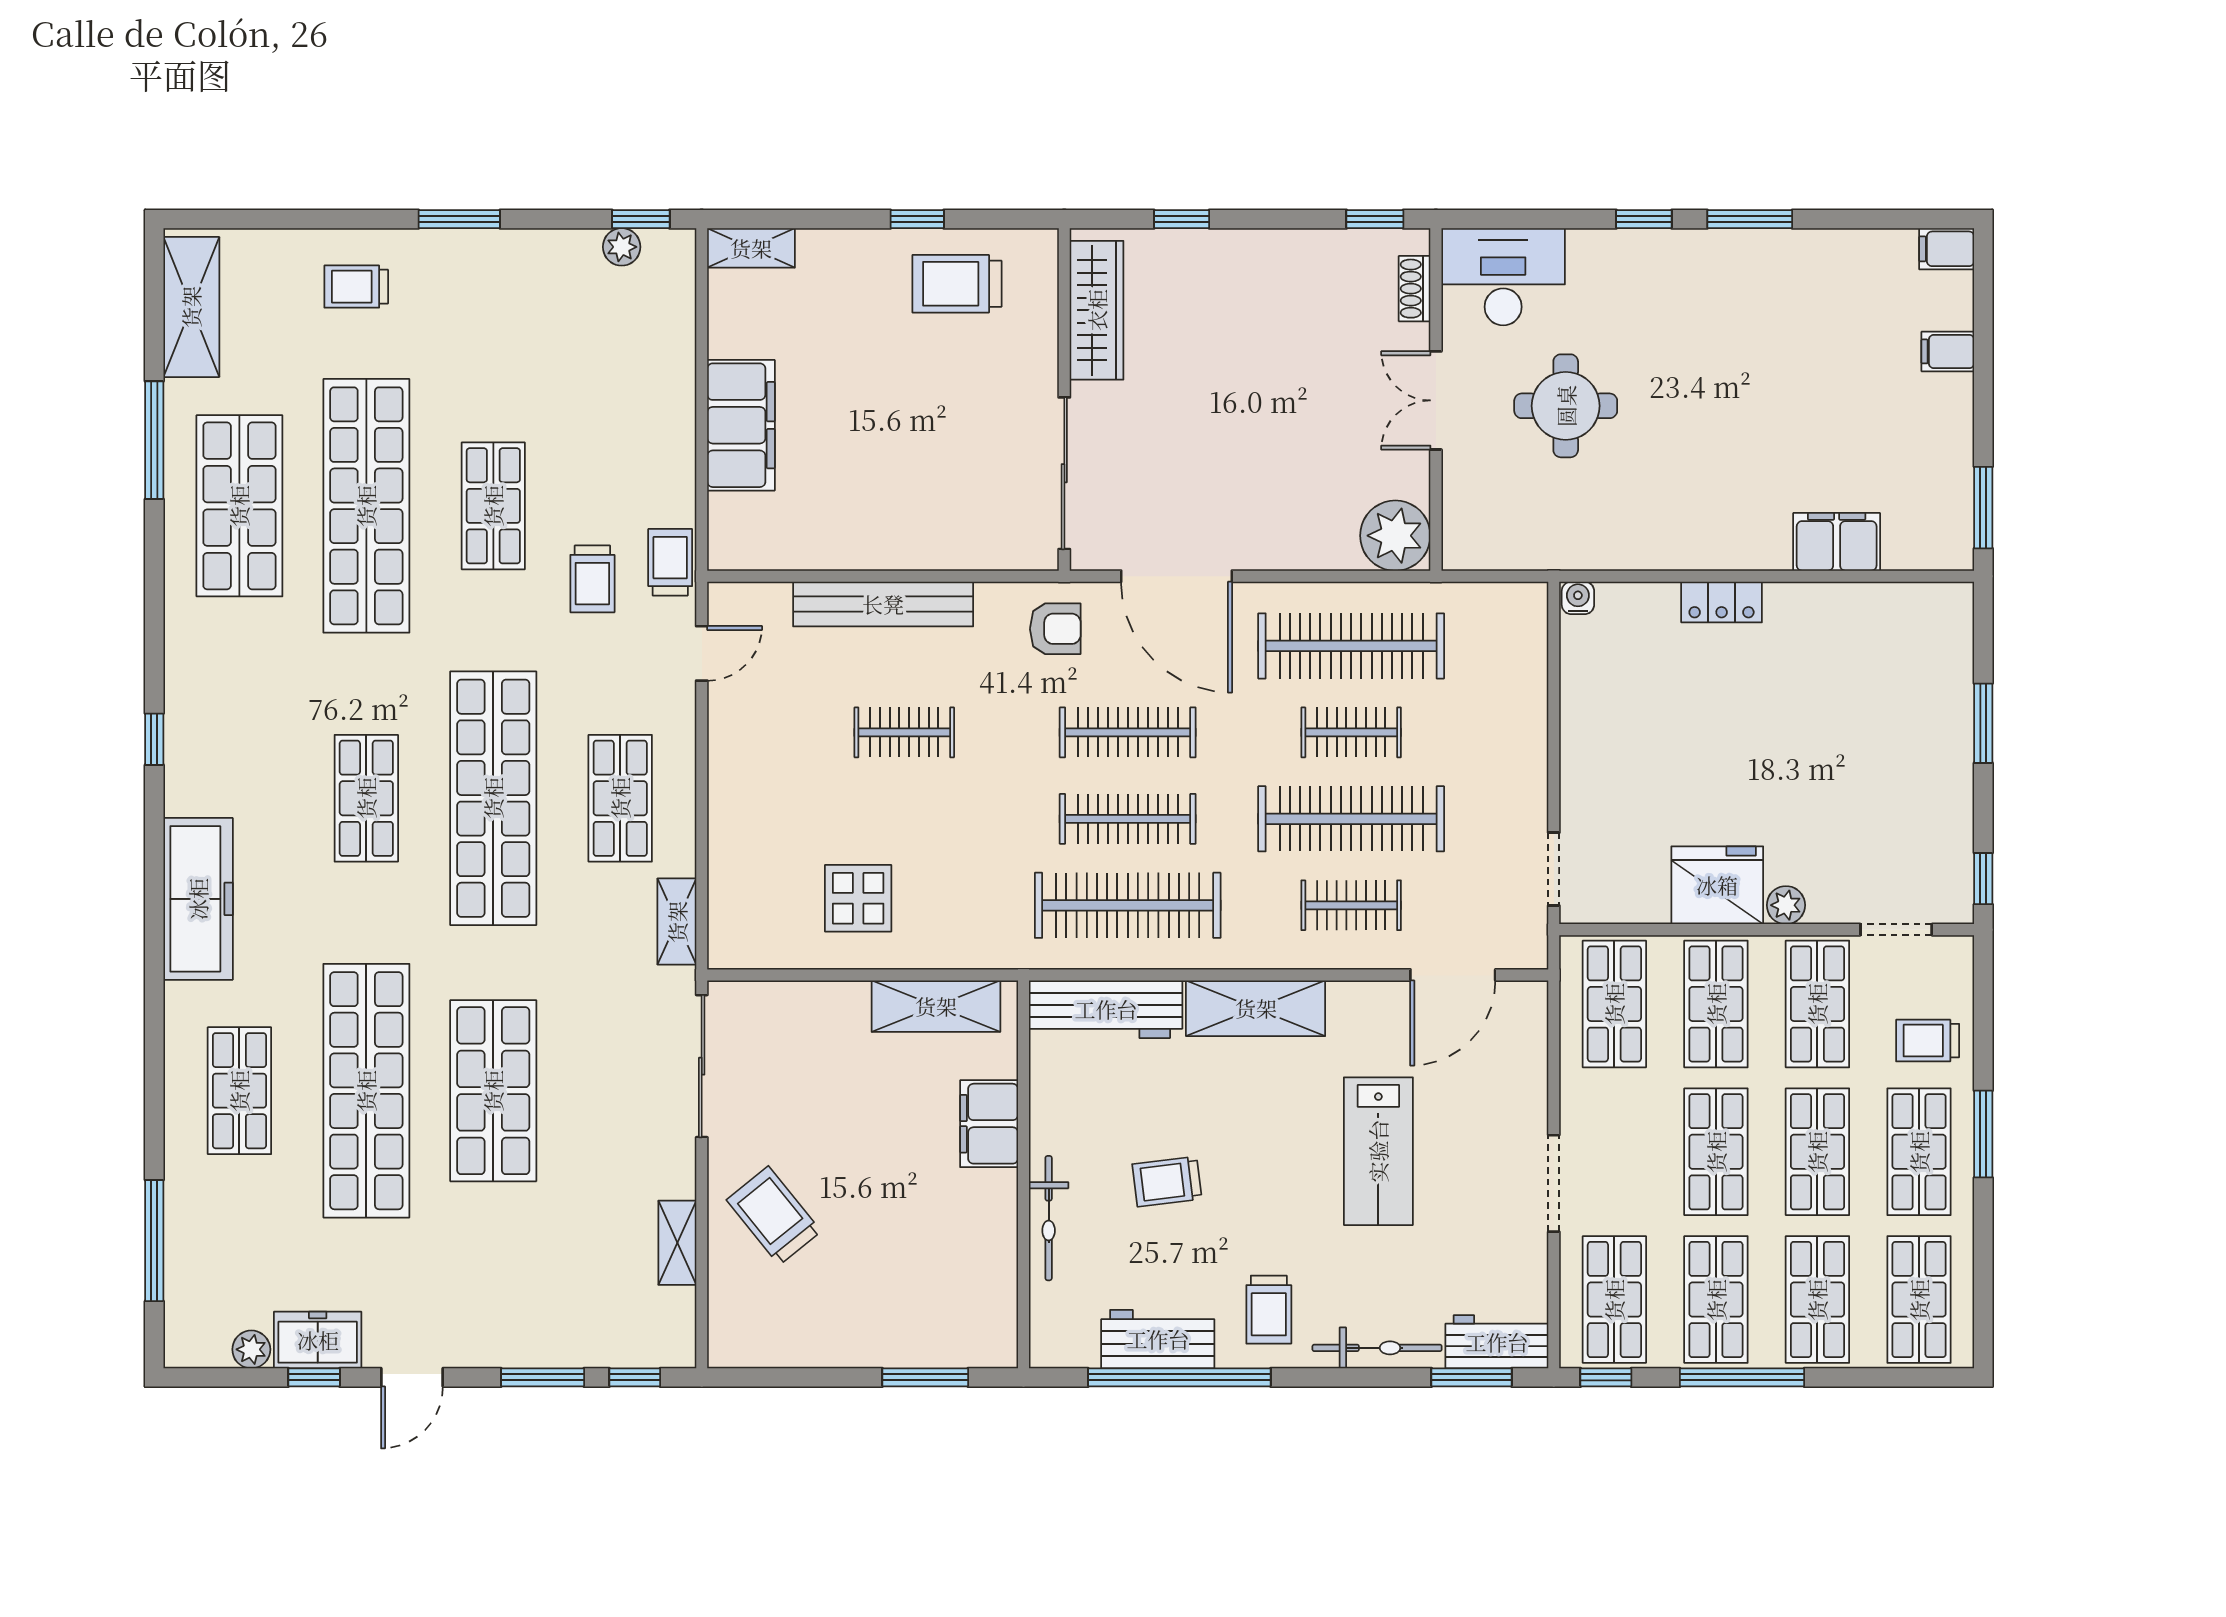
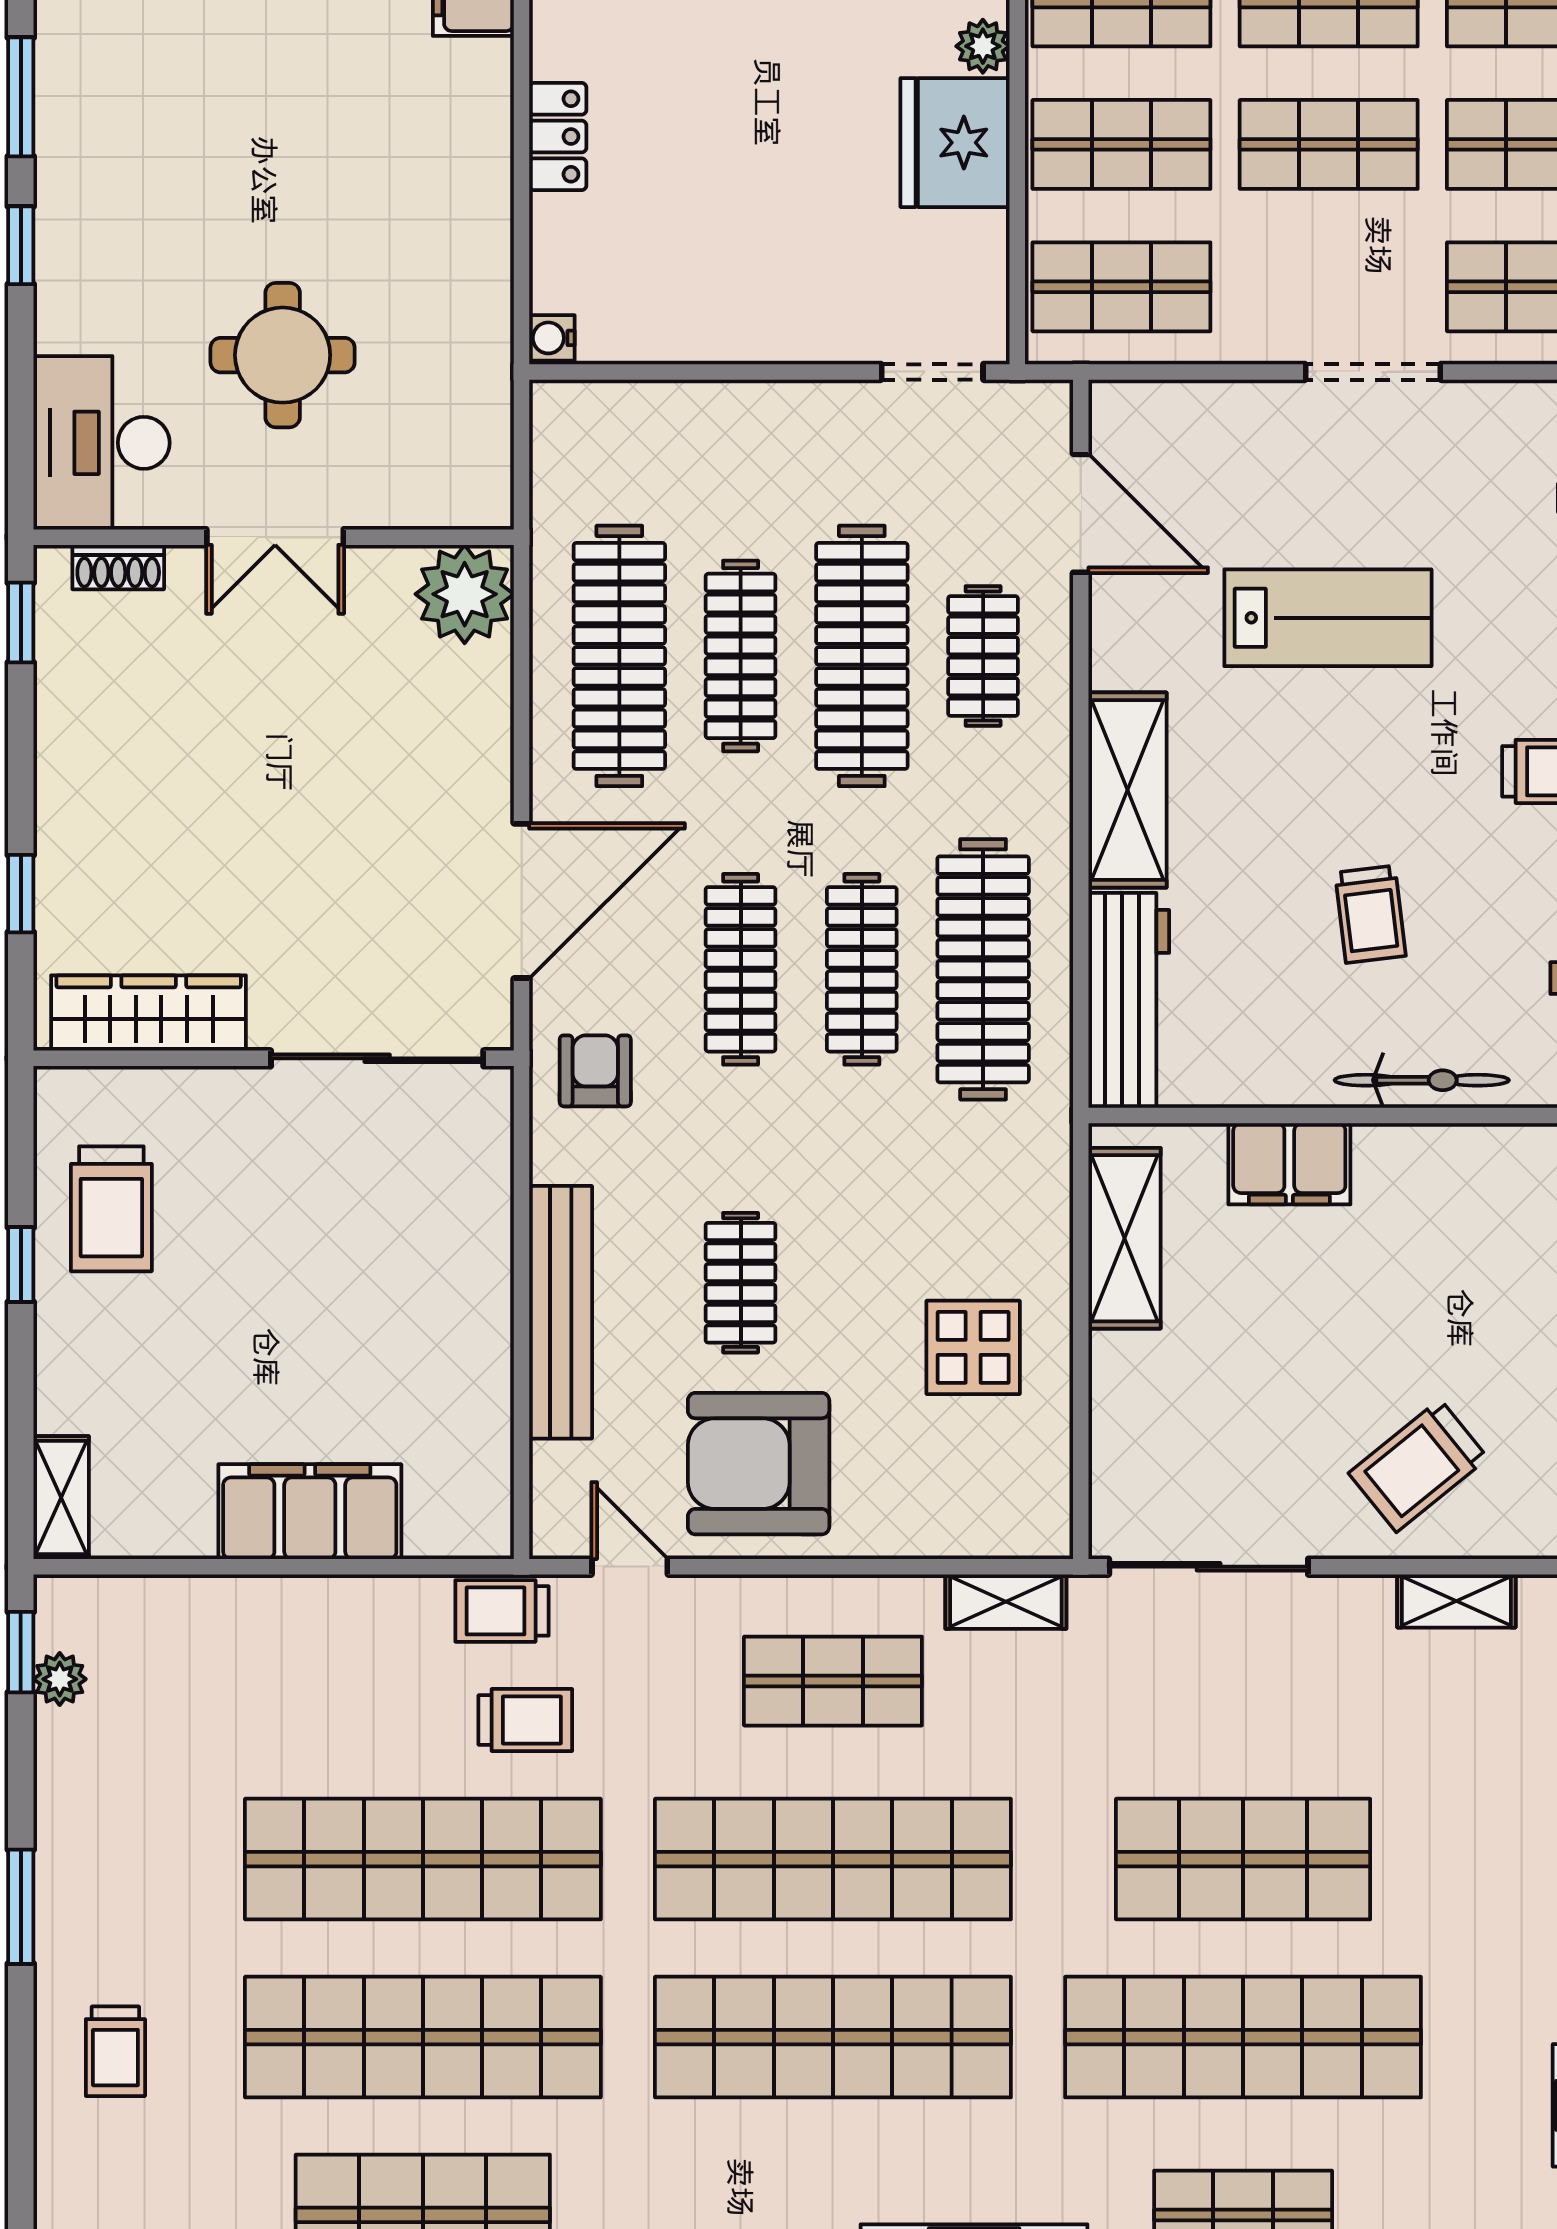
shop shelf: (493, 506) -> (423, 1859), width x2.00, depth x1.36
clothes rail: (1351, 732) -> (741, 656), width x1.36
armchair: (775, 745) -> (759, 1464), added
shop shelf: (366, 798) -> (833, 2037), width x2.00, depth x1.36

